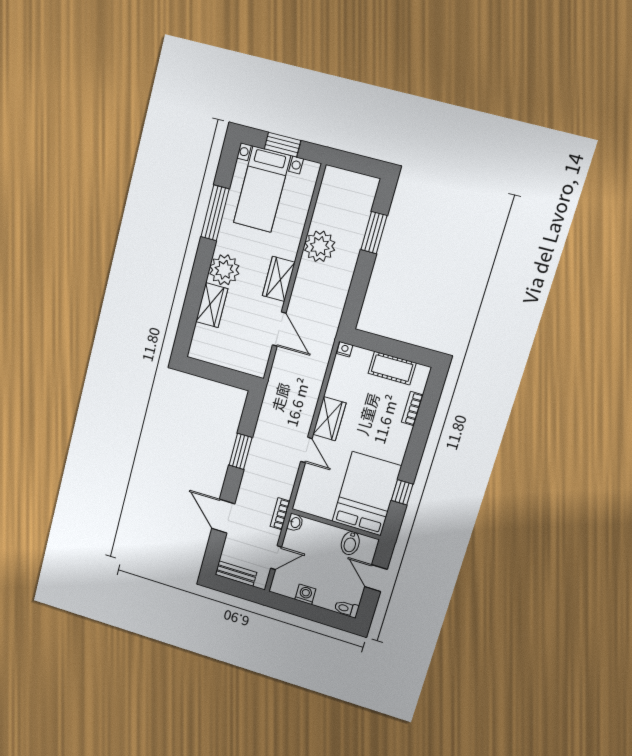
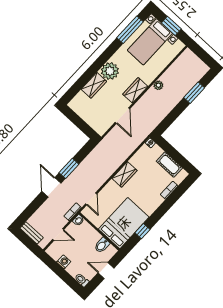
window: (215, 213) -> (130, 30), moved
plant: (320, 246) -> (158, 85), width x0.53, depth x0.53
door: (306, 450) -> (91, 199), moved
door: (223, 516) -> (51, 187), moved
door: (376, 578) -> (106, 270), hinge flipped

